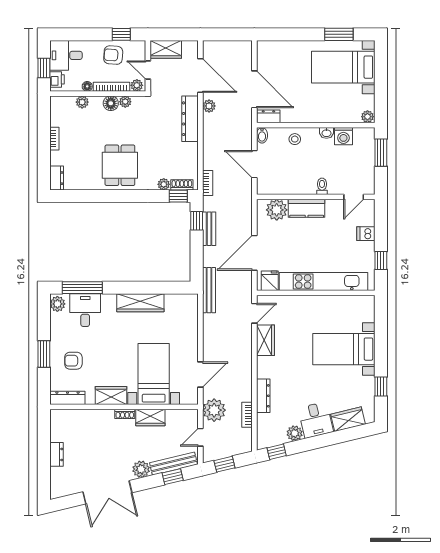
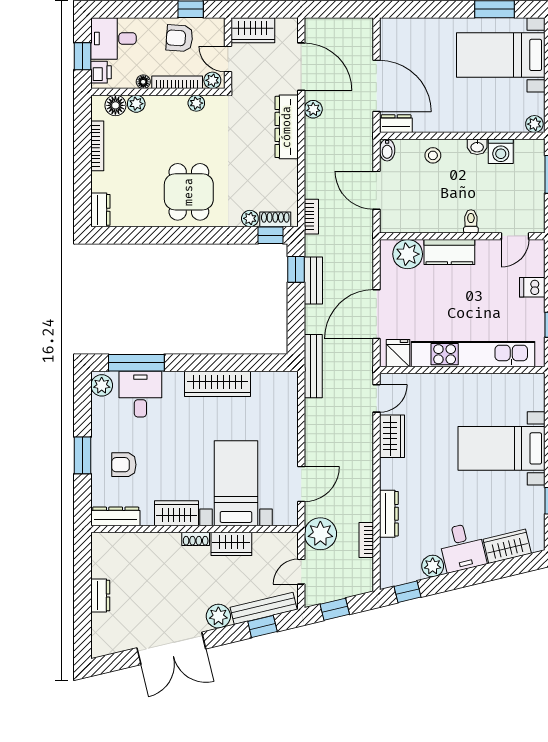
floor lamp: (111, 103) -> (115, 105), moved
bookcase: (54, 139) -> (97, 146), width x1.56

